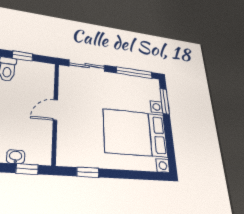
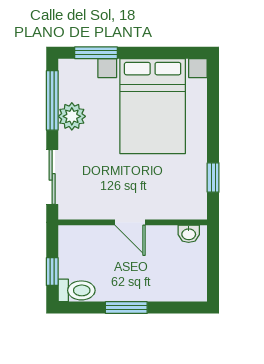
plant: (126, 82) -> (72, 116), added
washbasin: (16, 157) -> (189, 234), moved, turned -90
window: (27, 169) -> (213, 255), removed

